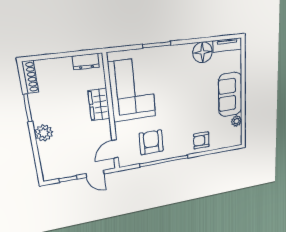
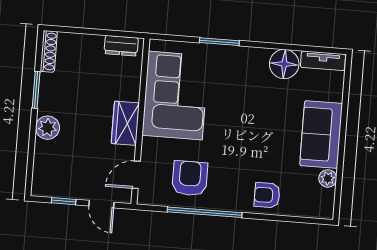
wardrobe: (99, 105) -> (125, 123), moved

